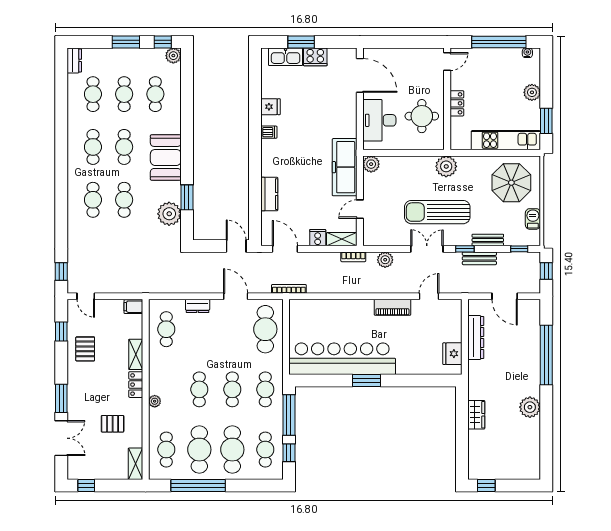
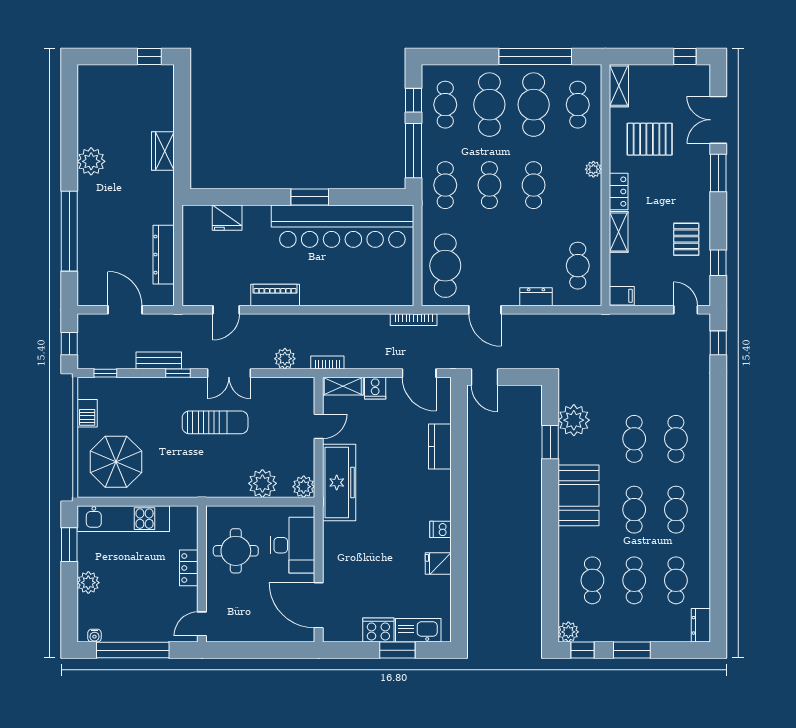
plant: (446, 166) -> (262, 483), moved
sun lounger: (437, 212) -> (215, 422), width x0.73, depth x0.75
bench: (488, 240) -> (147, 385), removed
fridge: (452, 354) -> (227, 218), moved, turned 90
pallet: (113, 424) -> (650, 139), width x1.50, depth x1.42

